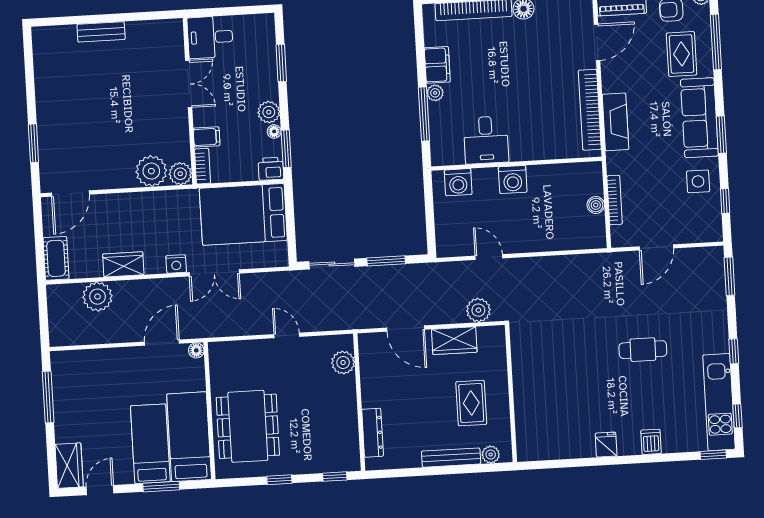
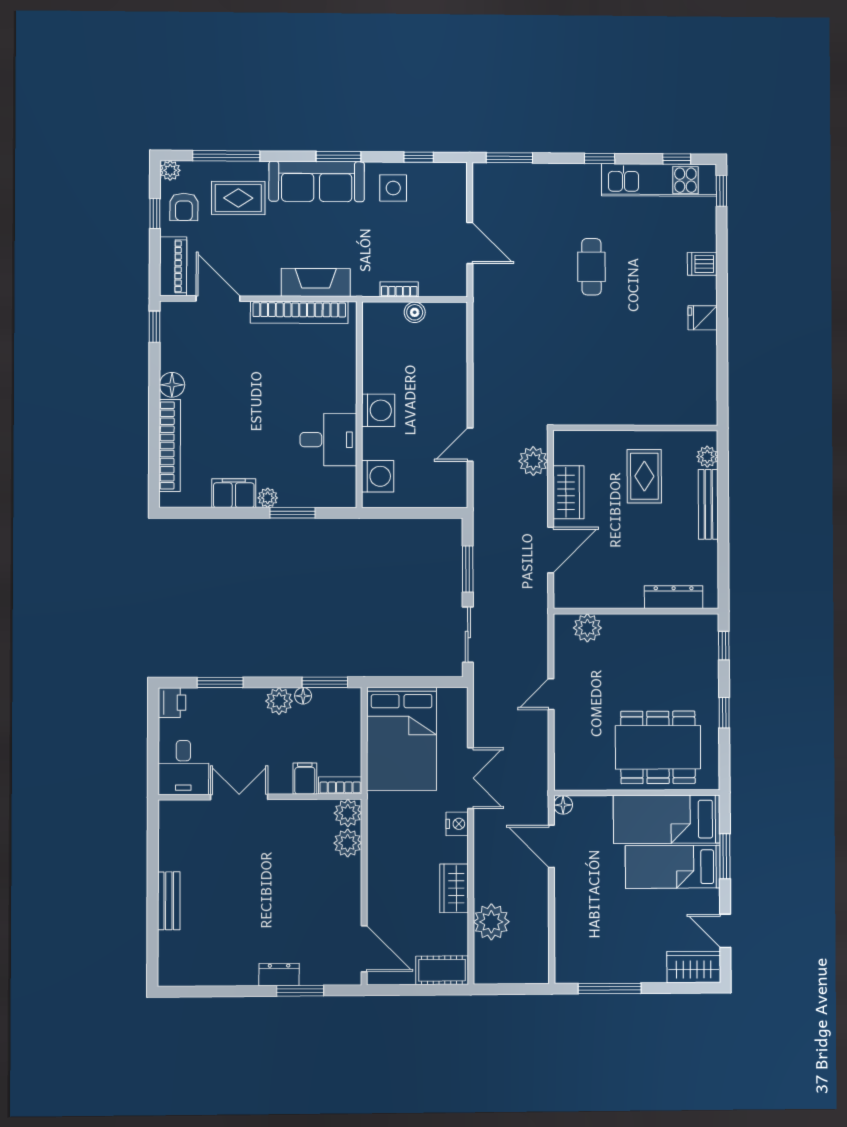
window: (424, 114) -> (293, 513), width x0.69
dresser: (46, 125) -> (279, 974), added
printer: (271, 169) -> (172, 703), moved, turned 180
plant: (151, 171) -> (348, 843), width x0.73, depth x0.73
bookcase: (615, 200) -> (399, 289), width x0.64
rug: (471, 403) -> (644, 476), turned 90

